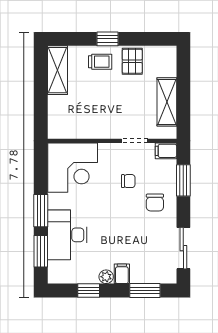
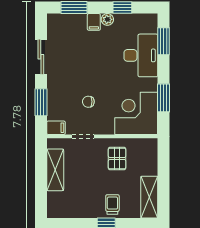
pallet: (132, 61) -> (117, 159), moved
trolley: (100, 62) -> (112, 204), turned 90
chair: (155, 203) -> (65, 83), removed
window: (41, 211) -> (164, 98), moved
sliding door: (183, 248) -> (41, 57), moved

